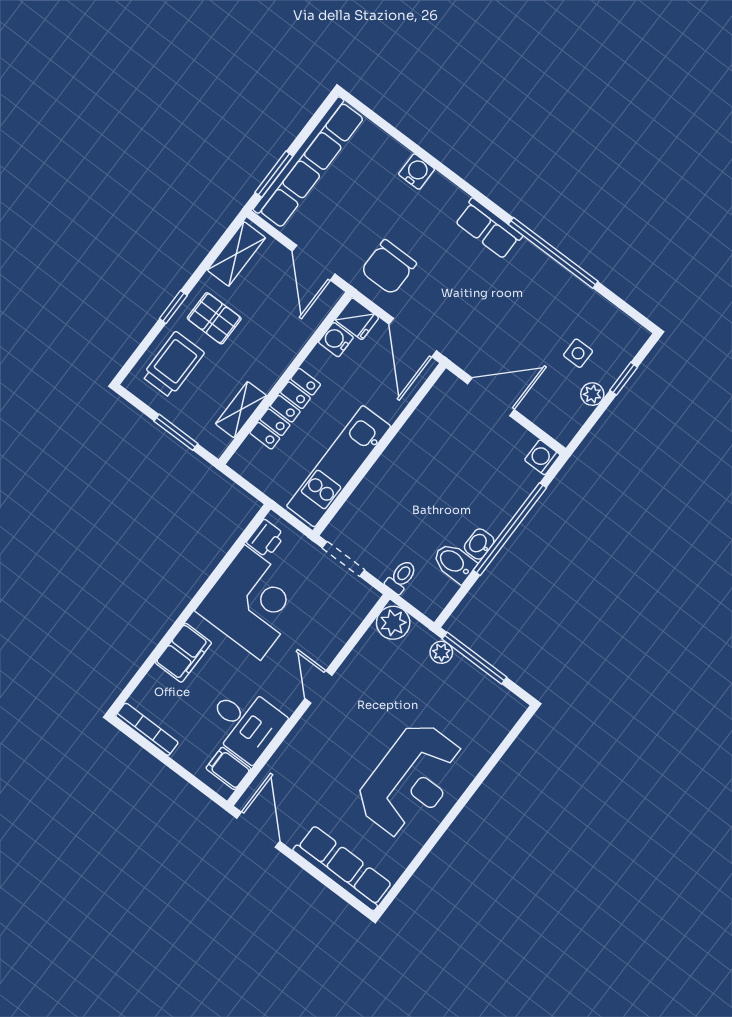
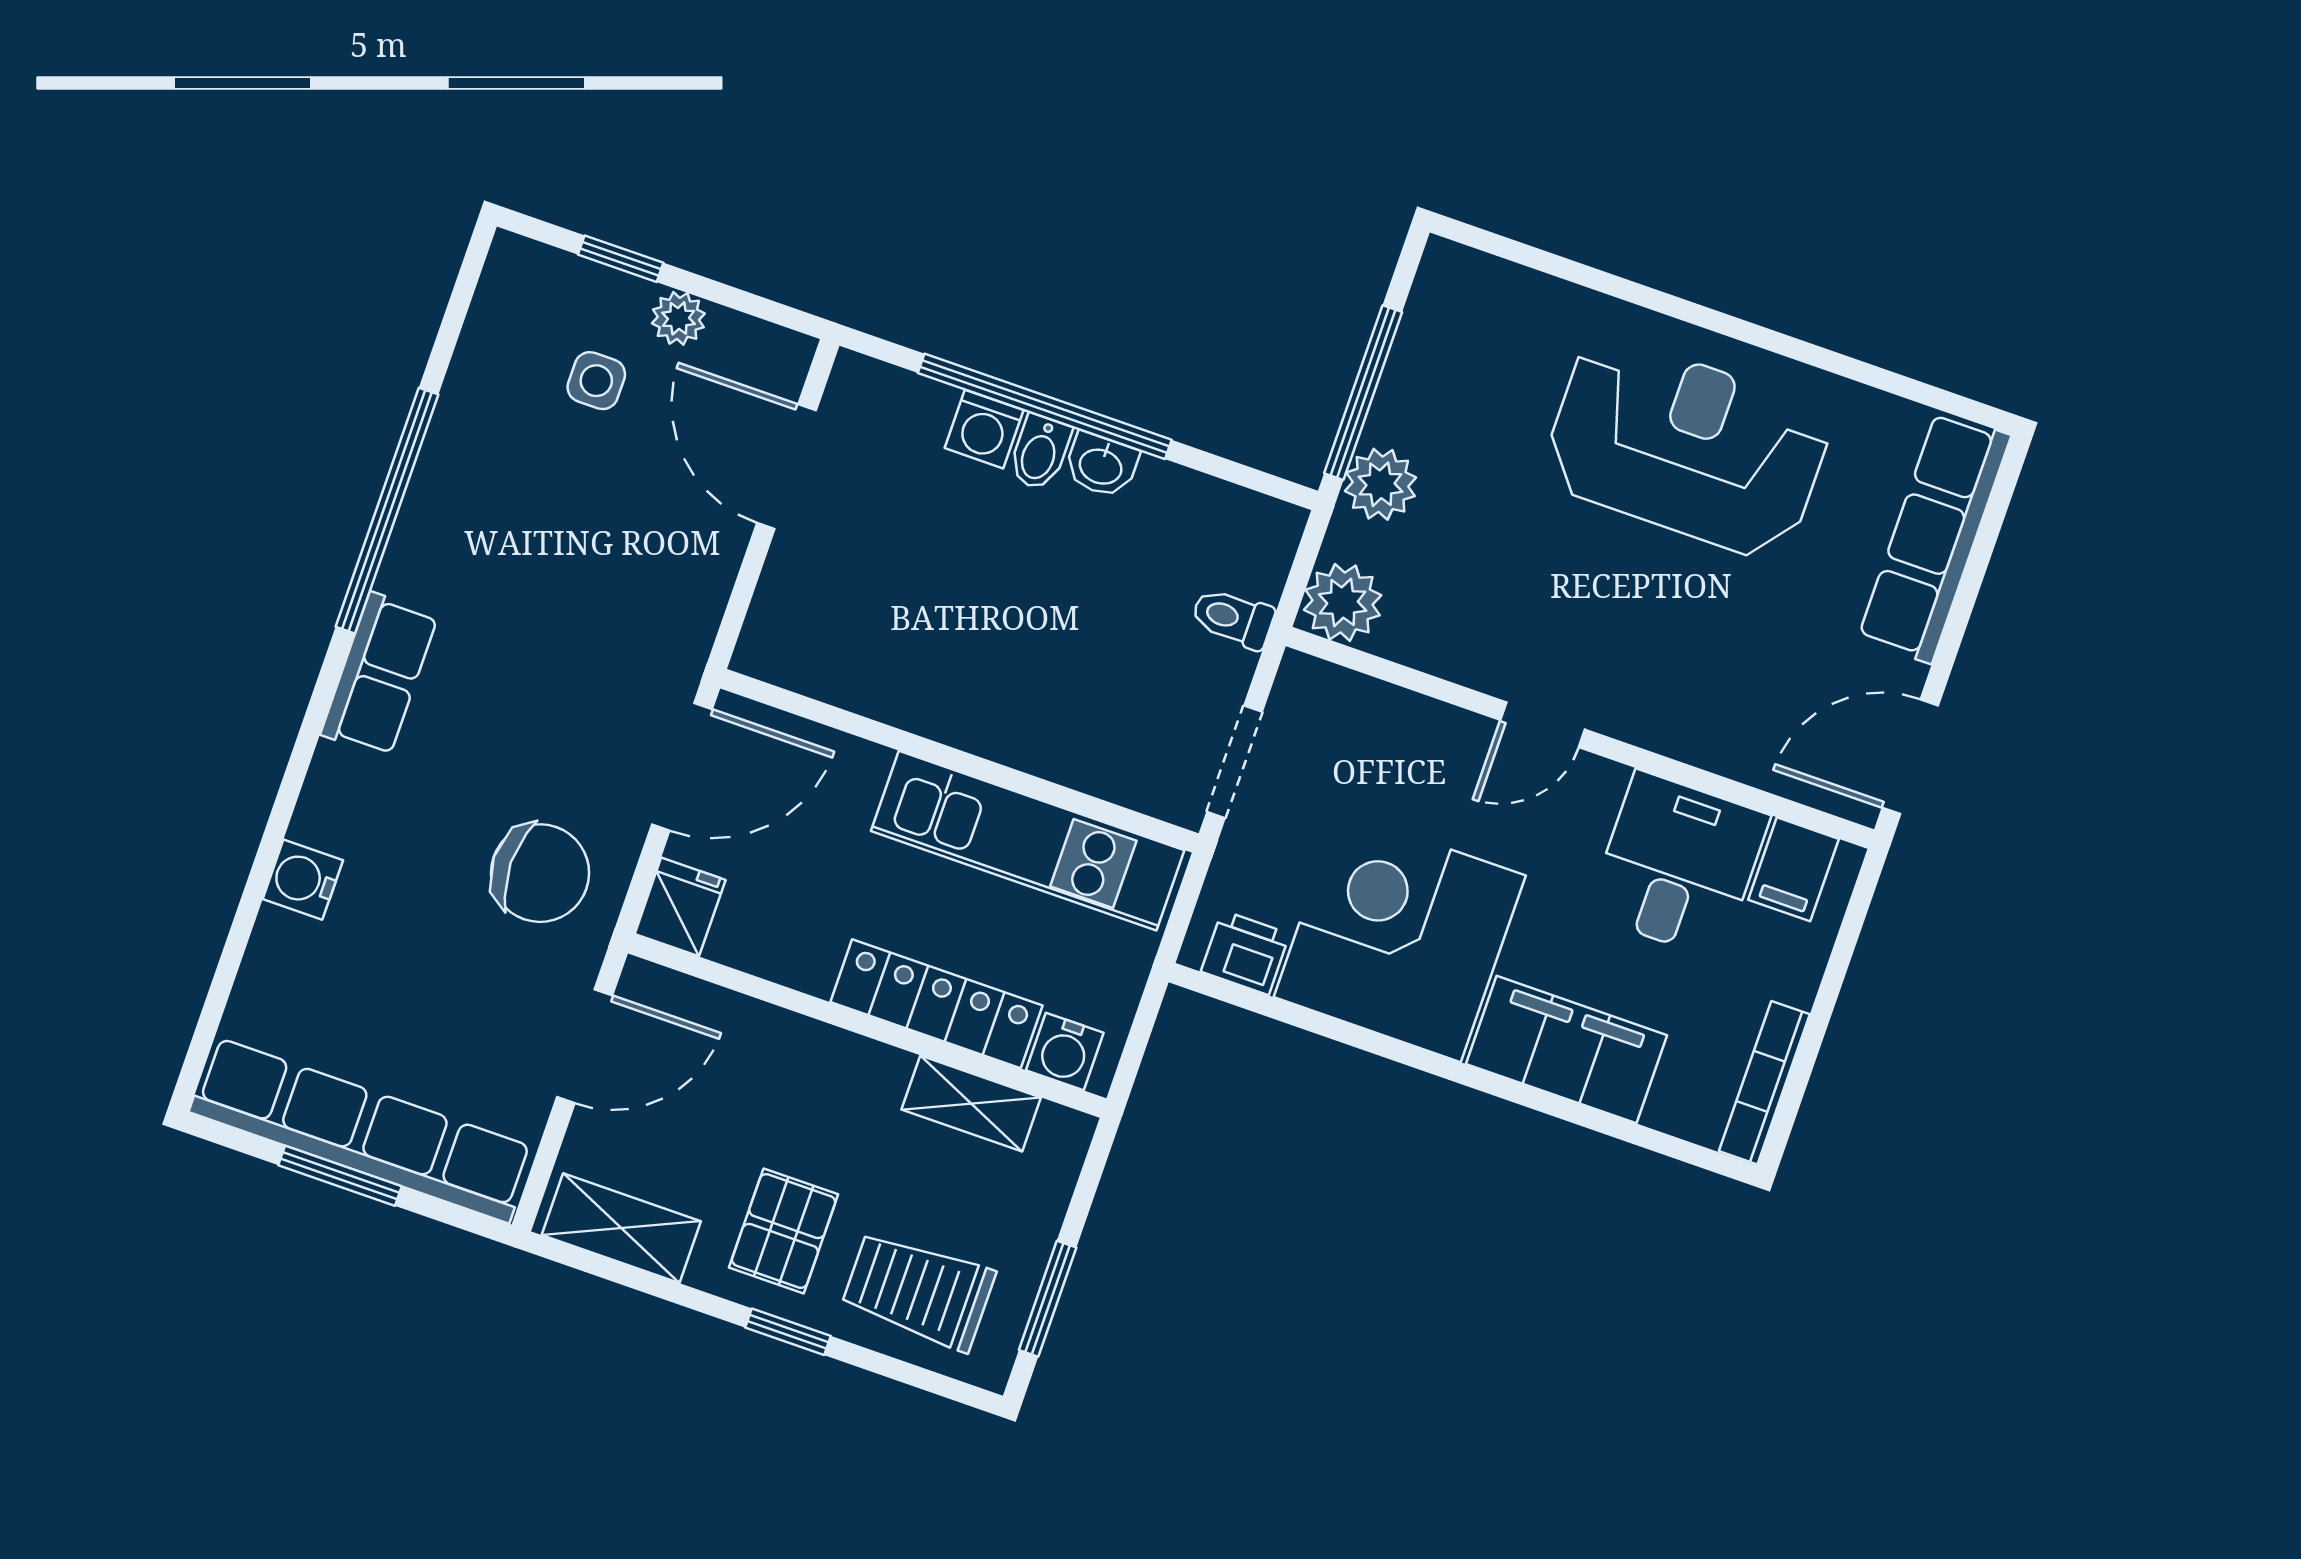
window: (274, 174) -> (340, 1176), moved
water cooler: (336, 340) -> (1065, 1051), moved
door: (491, 397) -> (786, 467), moved
window: (176, 432) -> (1048, 1299), moved
washing machine: (542, 457) -> (984, 429), moved
bidet: (454, 563) -> (1040, 453), moved, width x0.72, depth x0.74
plant: (441, 652) -> (1380, 484), width x1.38, depth x1.38
filing cabinet: (183, 653) -> (1566, 1050), width x1.50, depth x1.17

